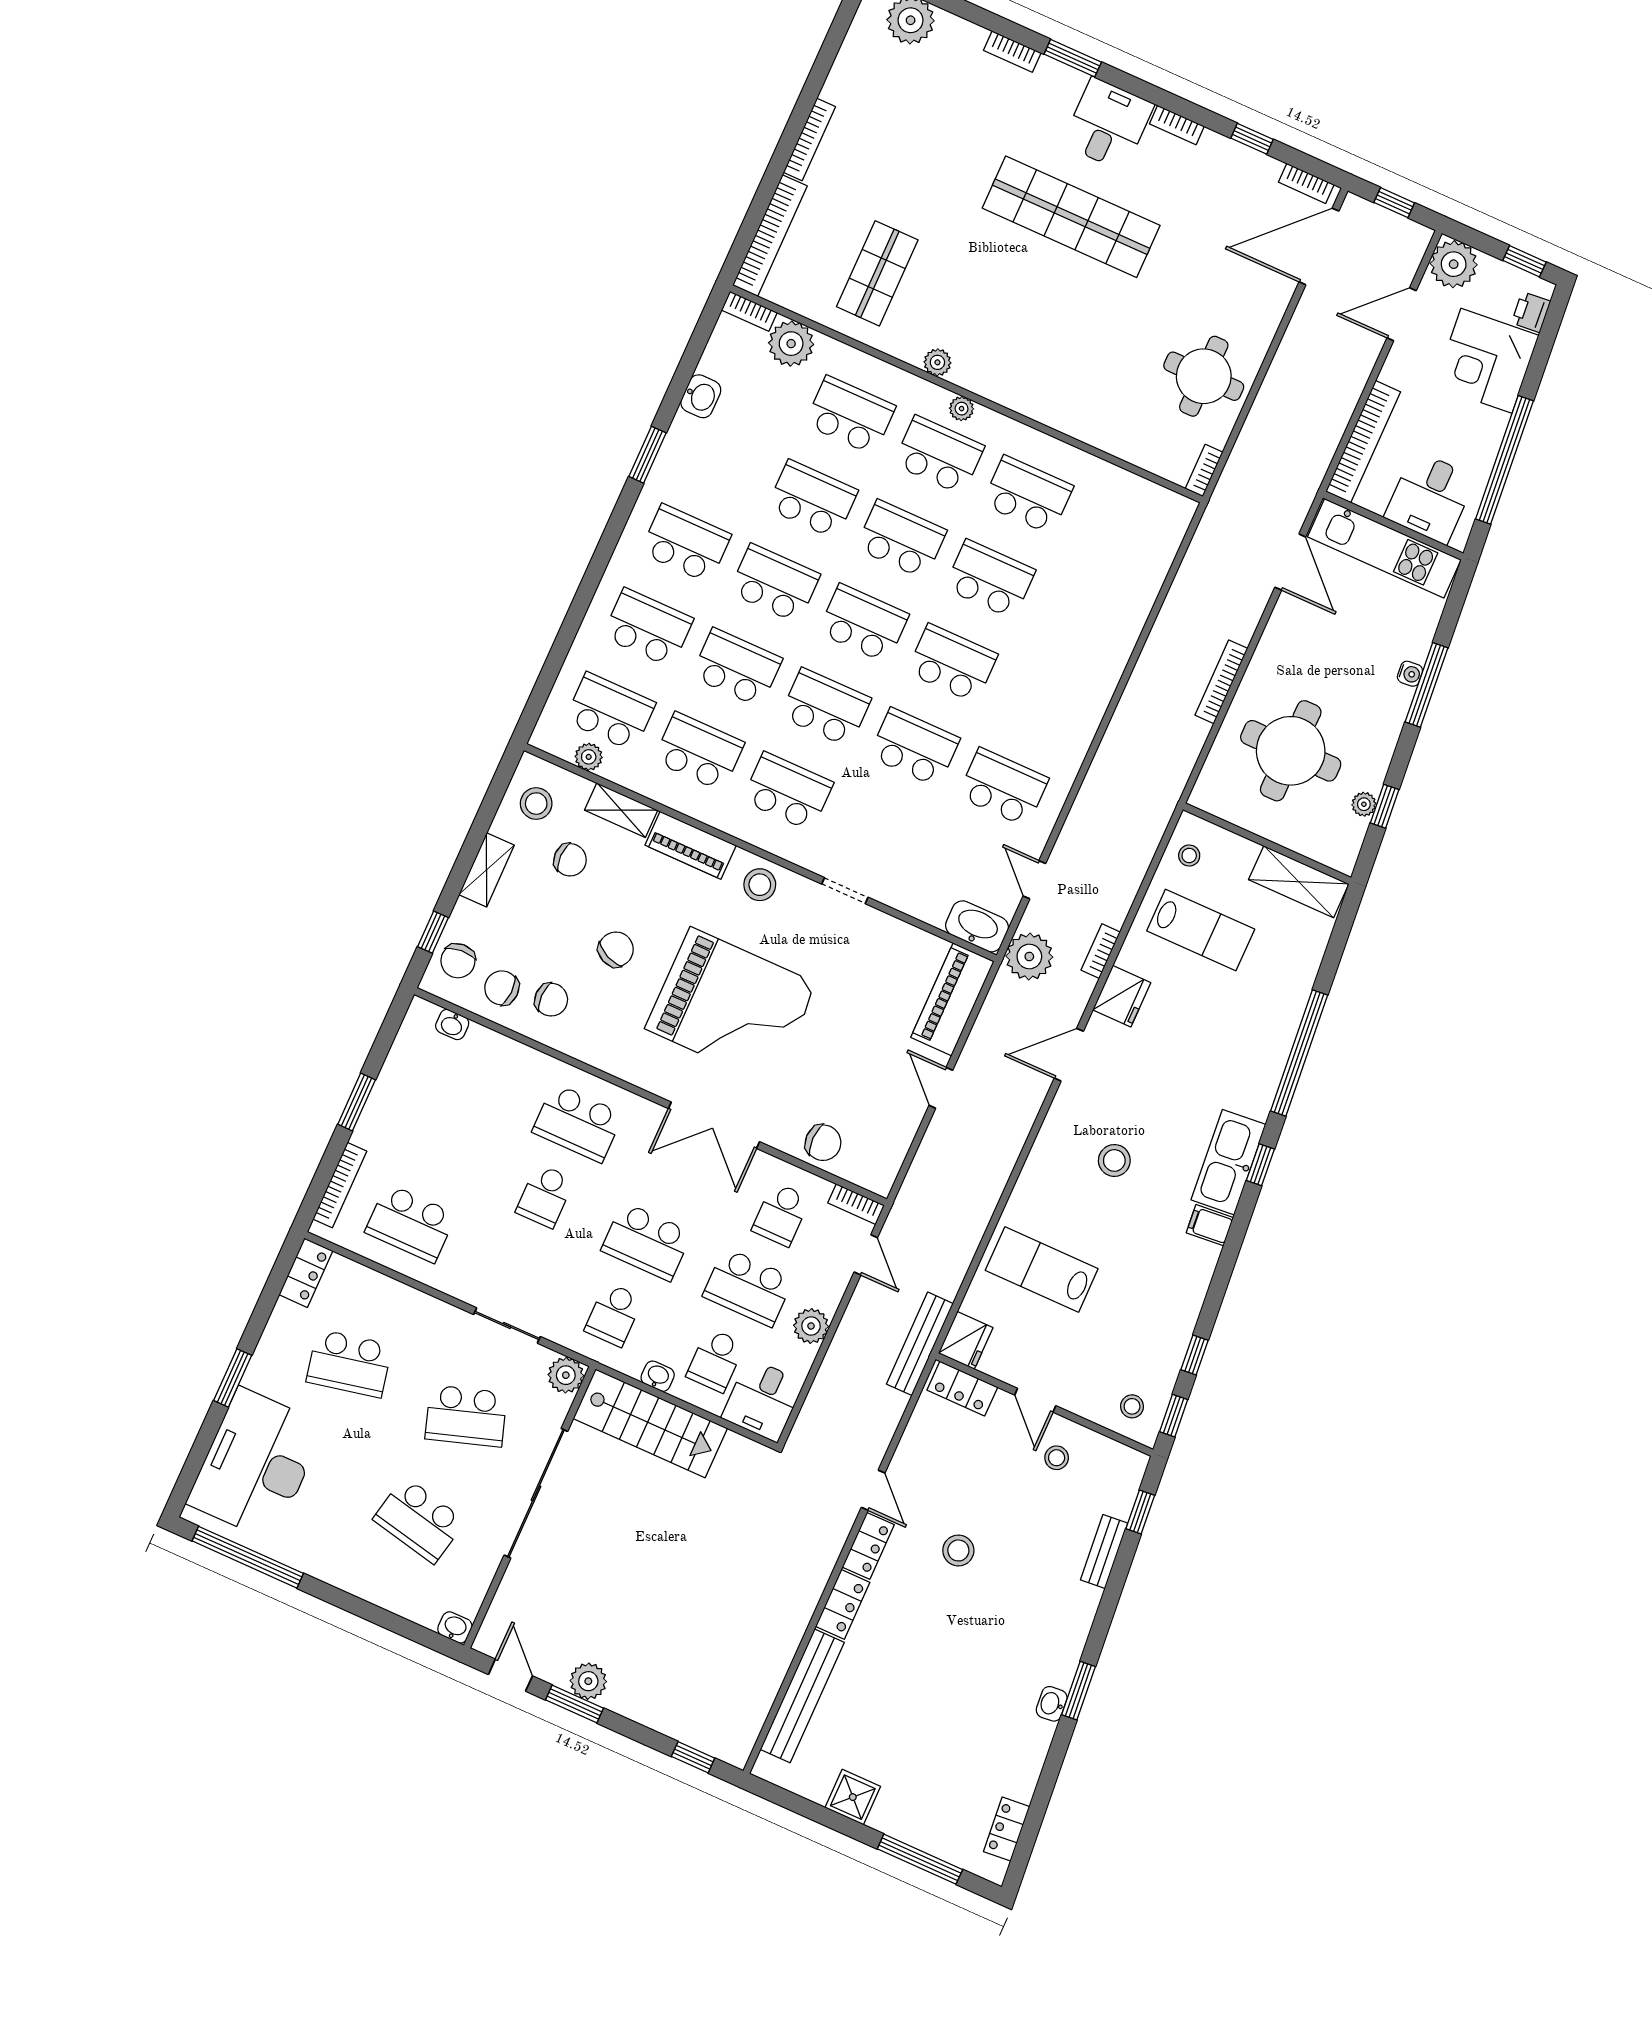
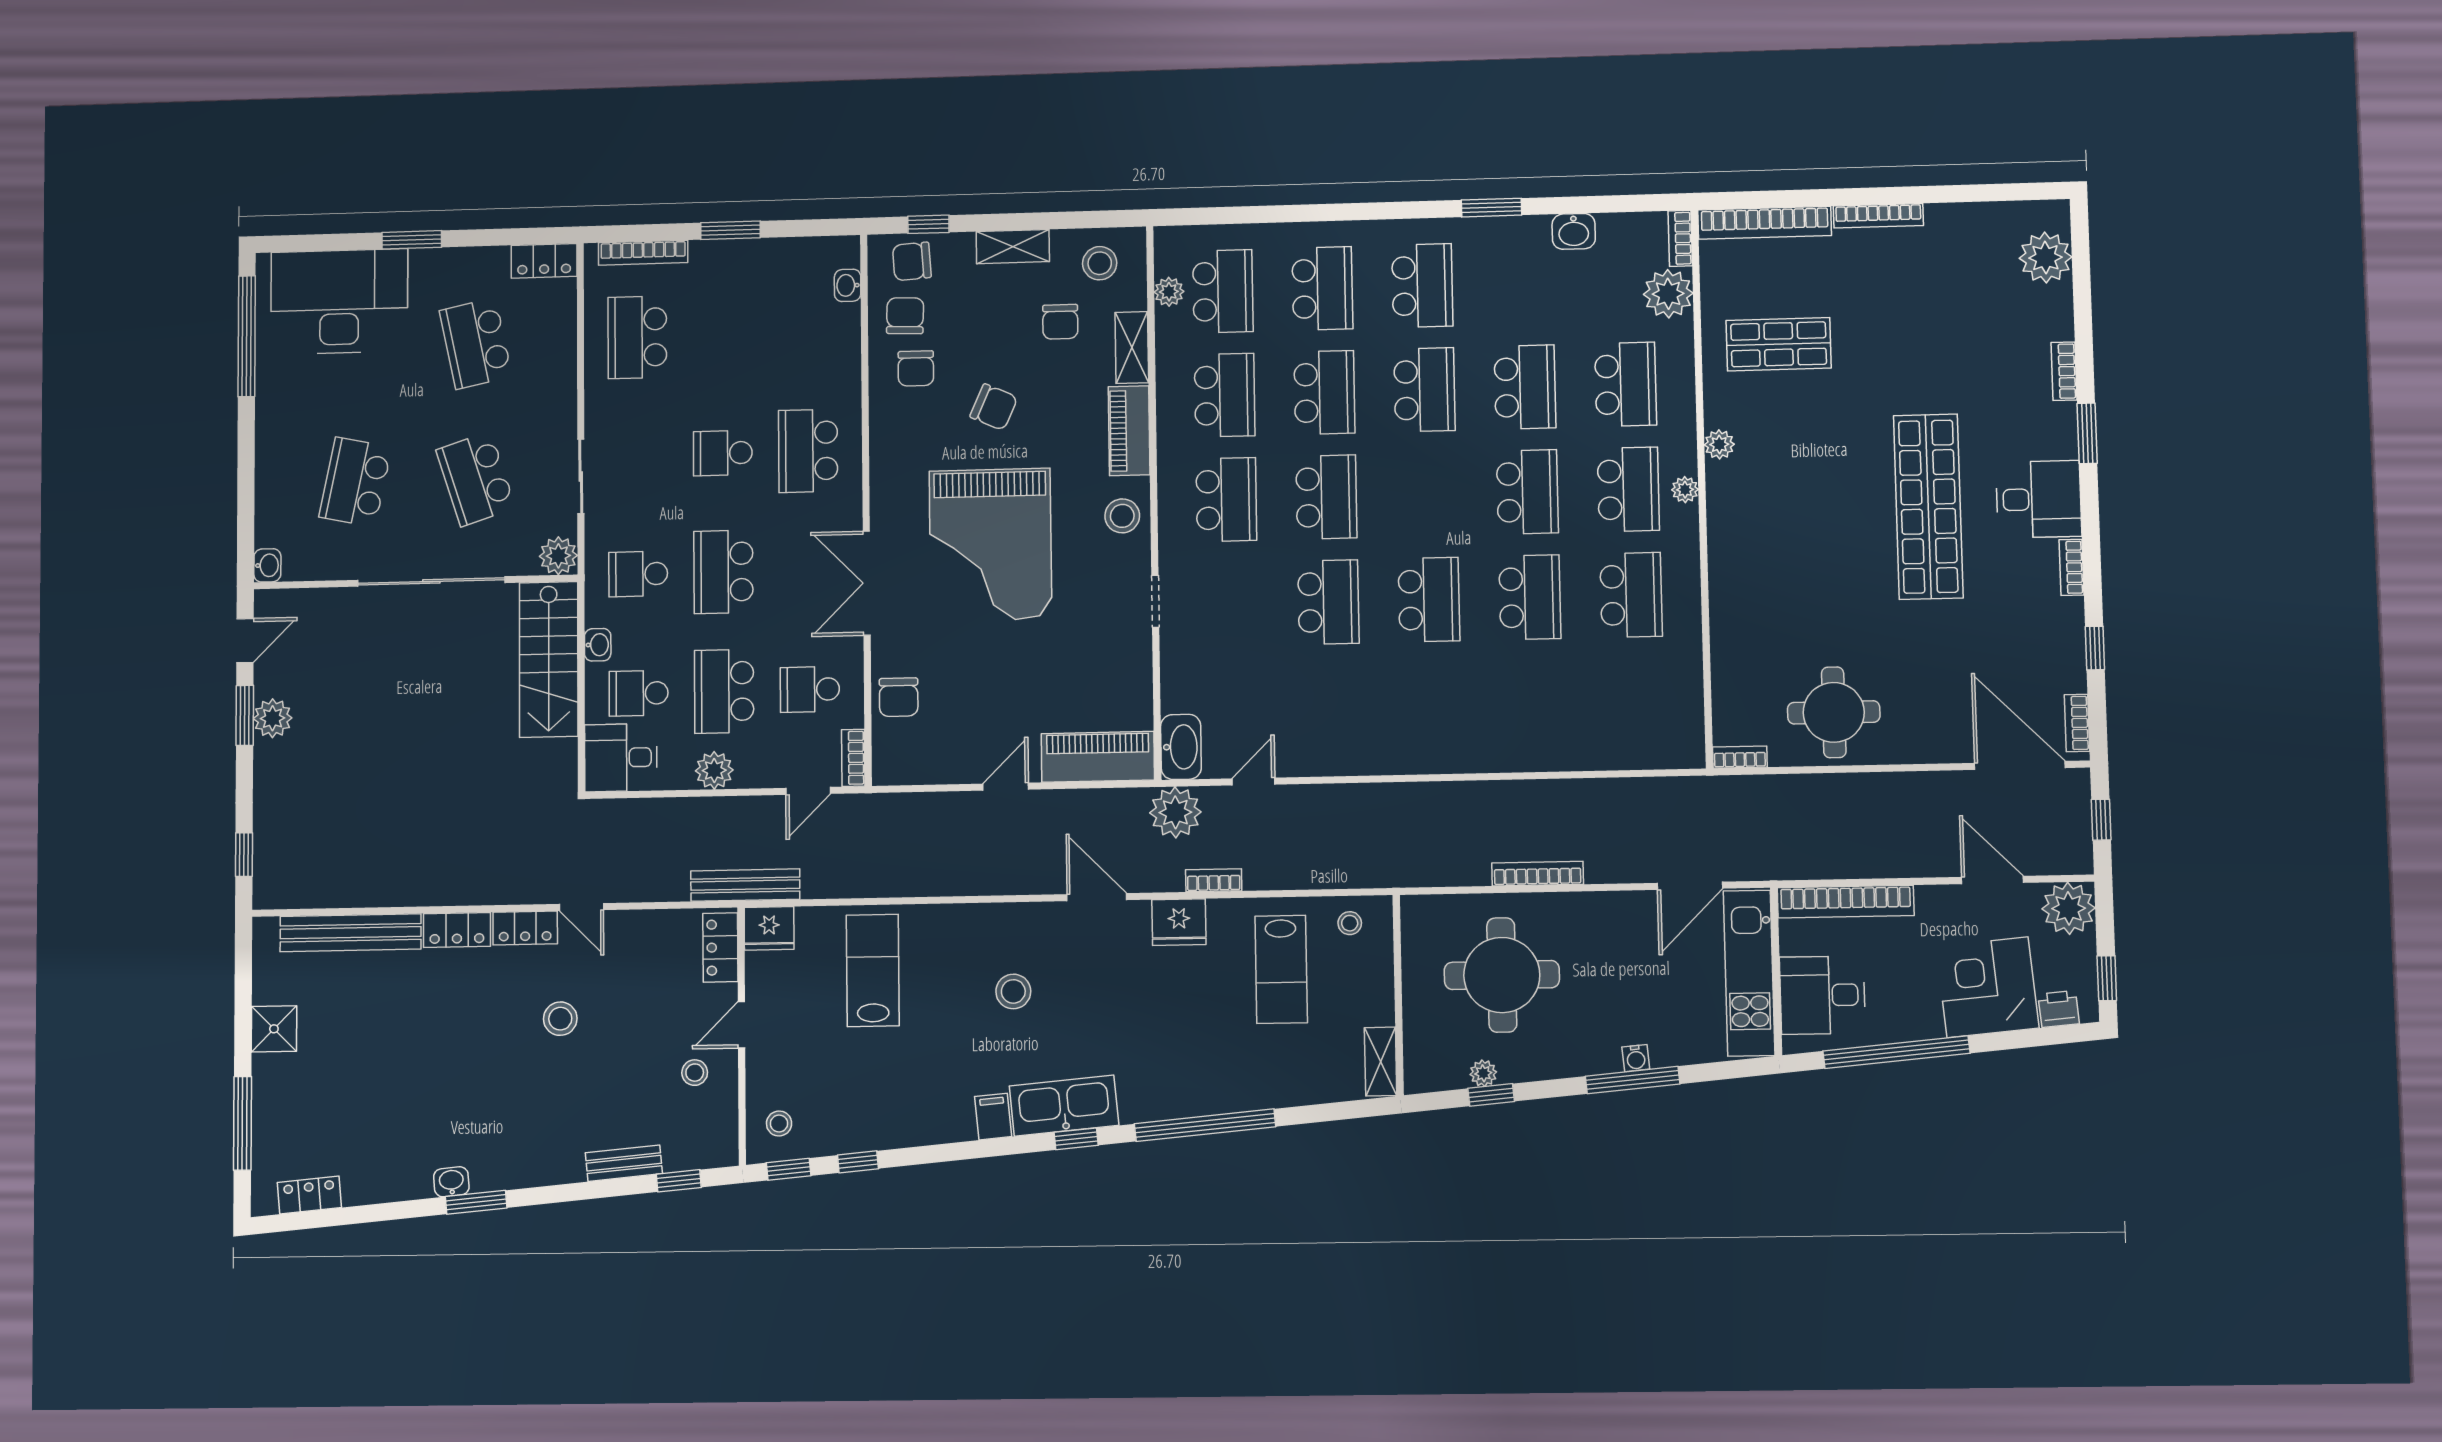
school desk: (863, 623) -> (1427, 494), removed
school desk: (1003, 787) -> (1330, 708), removed
shelving: (1299, 882) -> (1381, 1062), width x0.67, depth x0.75
door: (873, 1490) -> (582, 907), hinge flipped

